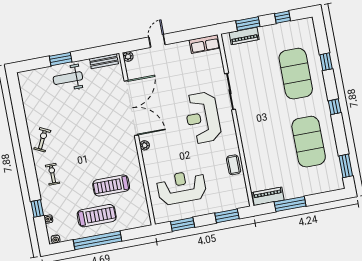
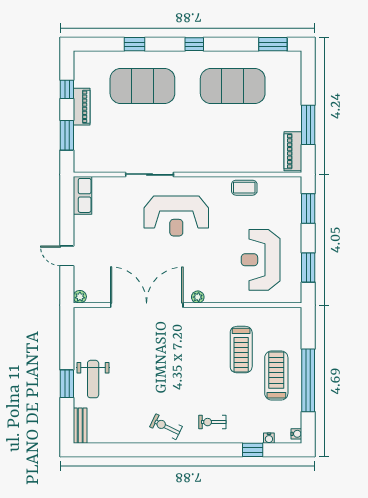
piano: (244, 36) -> (82, 107), moved
bench: (104, 61) -> (80, 426), moved

